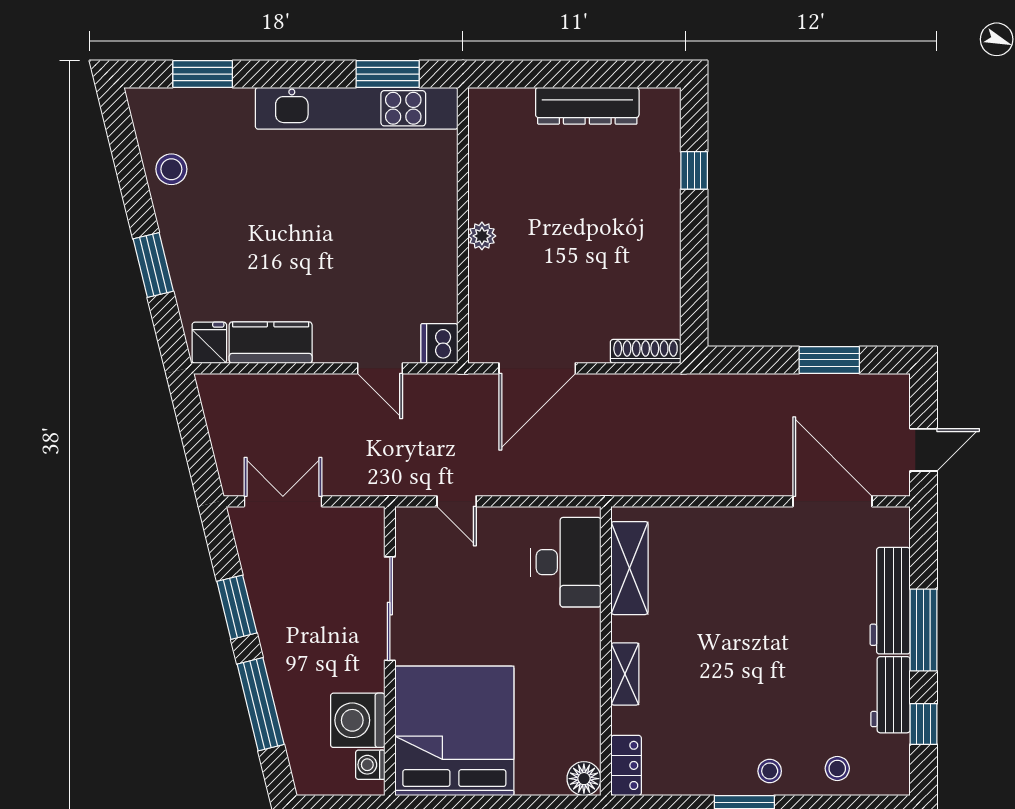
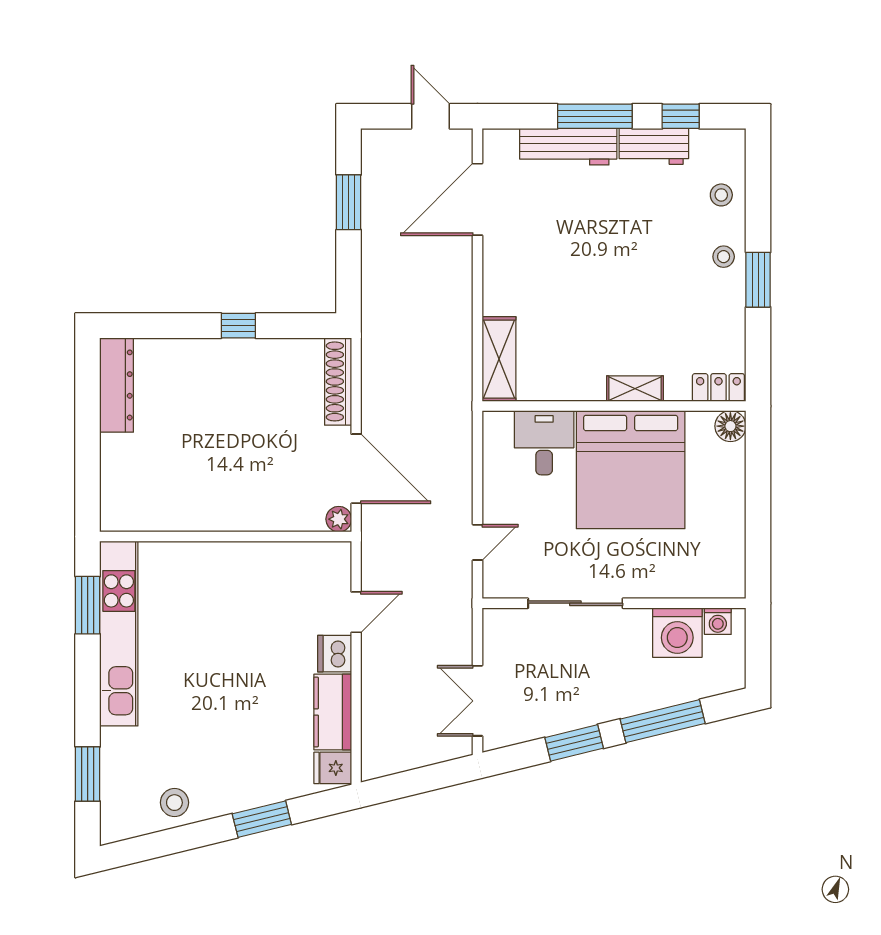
dresser: (587, 106) -> (117, 385), moved
window: (694, 170) -> (238, 326), moved
plant: (482, 236) -> (339, 519), moved
dishwasher: (439, 343) -> (335, 654), moved, turned 90
shoe rack: (646, 351) -> (338, 381), width x1.36, depth x1.24
desk: (566, 562) -> (544, 443), width x0.73
shelving: (630, 568) -> (499, 359), moved, turned 90
bed: (454, 731) -> (631, 470), moved, turned -90

